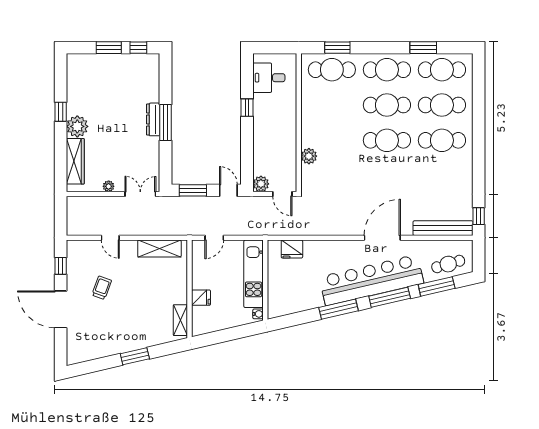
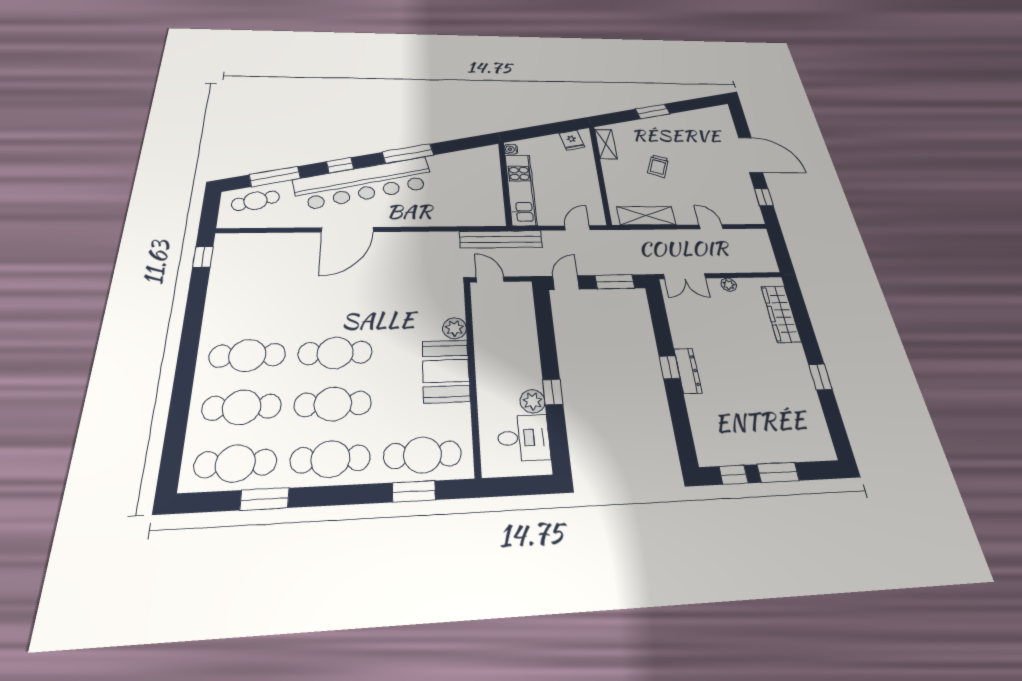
window: (165, 122) -> (669, 367), width x0.46
booth: (316, 125) -> (446, 371), added
plant: (77, 126) -> (792, 358), removed
plant: (261, 184) -> (532, 401), moved
door: (228, 190) -> (566, 283), swing flipped
bench: (443, 228) -> (501, 239), moved
fridge: (292, 249) -> (472, 216), removed
trolley: (102, 288) -> (658, 166), moved
window: (390, 297) -> (340, 165), width x0.46
fridge: (201, 298) -> (572, 140), moved, turned -103

